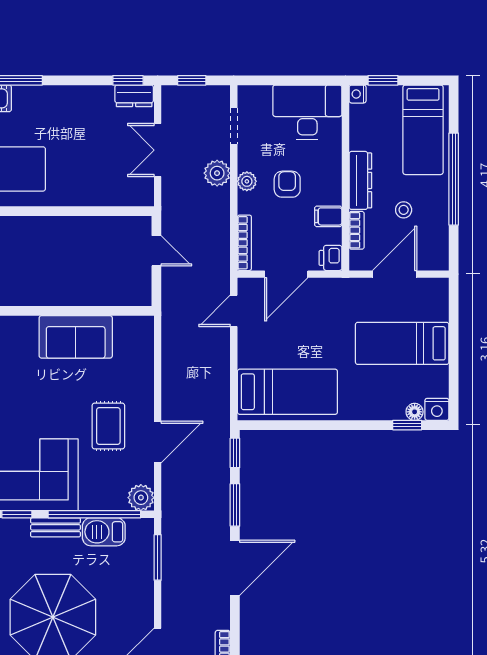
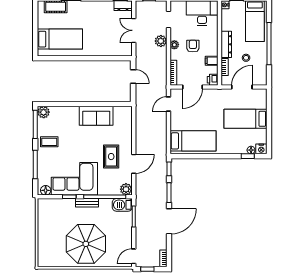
barbecue: (104, 532) -> (122, 205), moved

